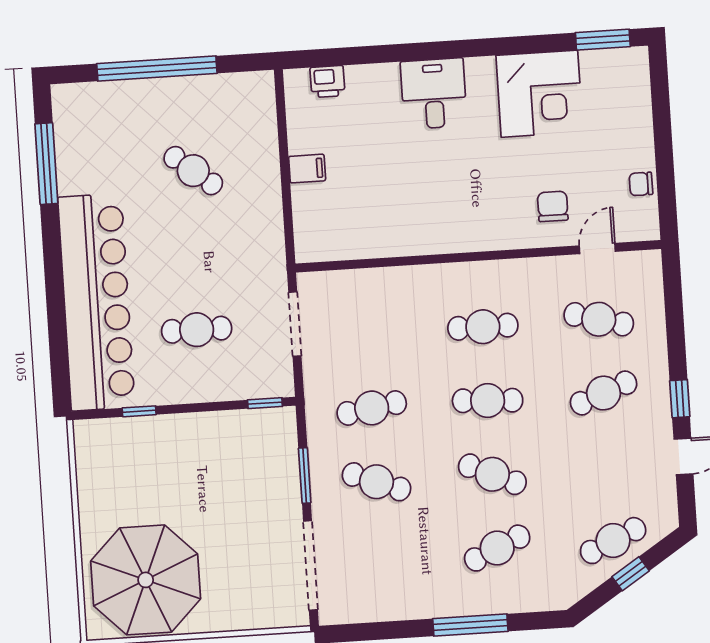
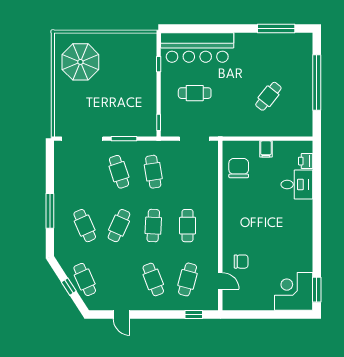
desk: (434, 94) -> (297, 184), moved
corner desk: (539, 94) -> (294, 291), moved, turned 90
chair: (641, 184) -> (239, 168), moved, width x1.87, depth x1.87
bar counter: (96, 302) -> (197, 47), width x0.73
cafe table: (197, 330) -> (195, 93), turned 90
window: (680, 399) -> (194, 315), moved
cafe table: (376, 482) -> (119, 172), turned -39
parasol: (146, 580) -> (80, 62), width x0.73, depth x0.73

